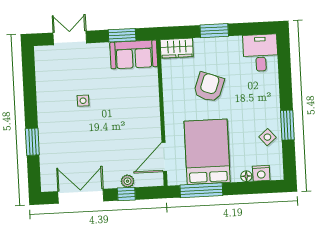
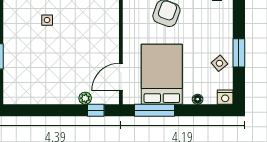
nightstand: (261, 173) -> (225, 97), moved
window: (126, 194) -> (96, 110), moved
double door: (81, 196) -> (40, 110), removed

